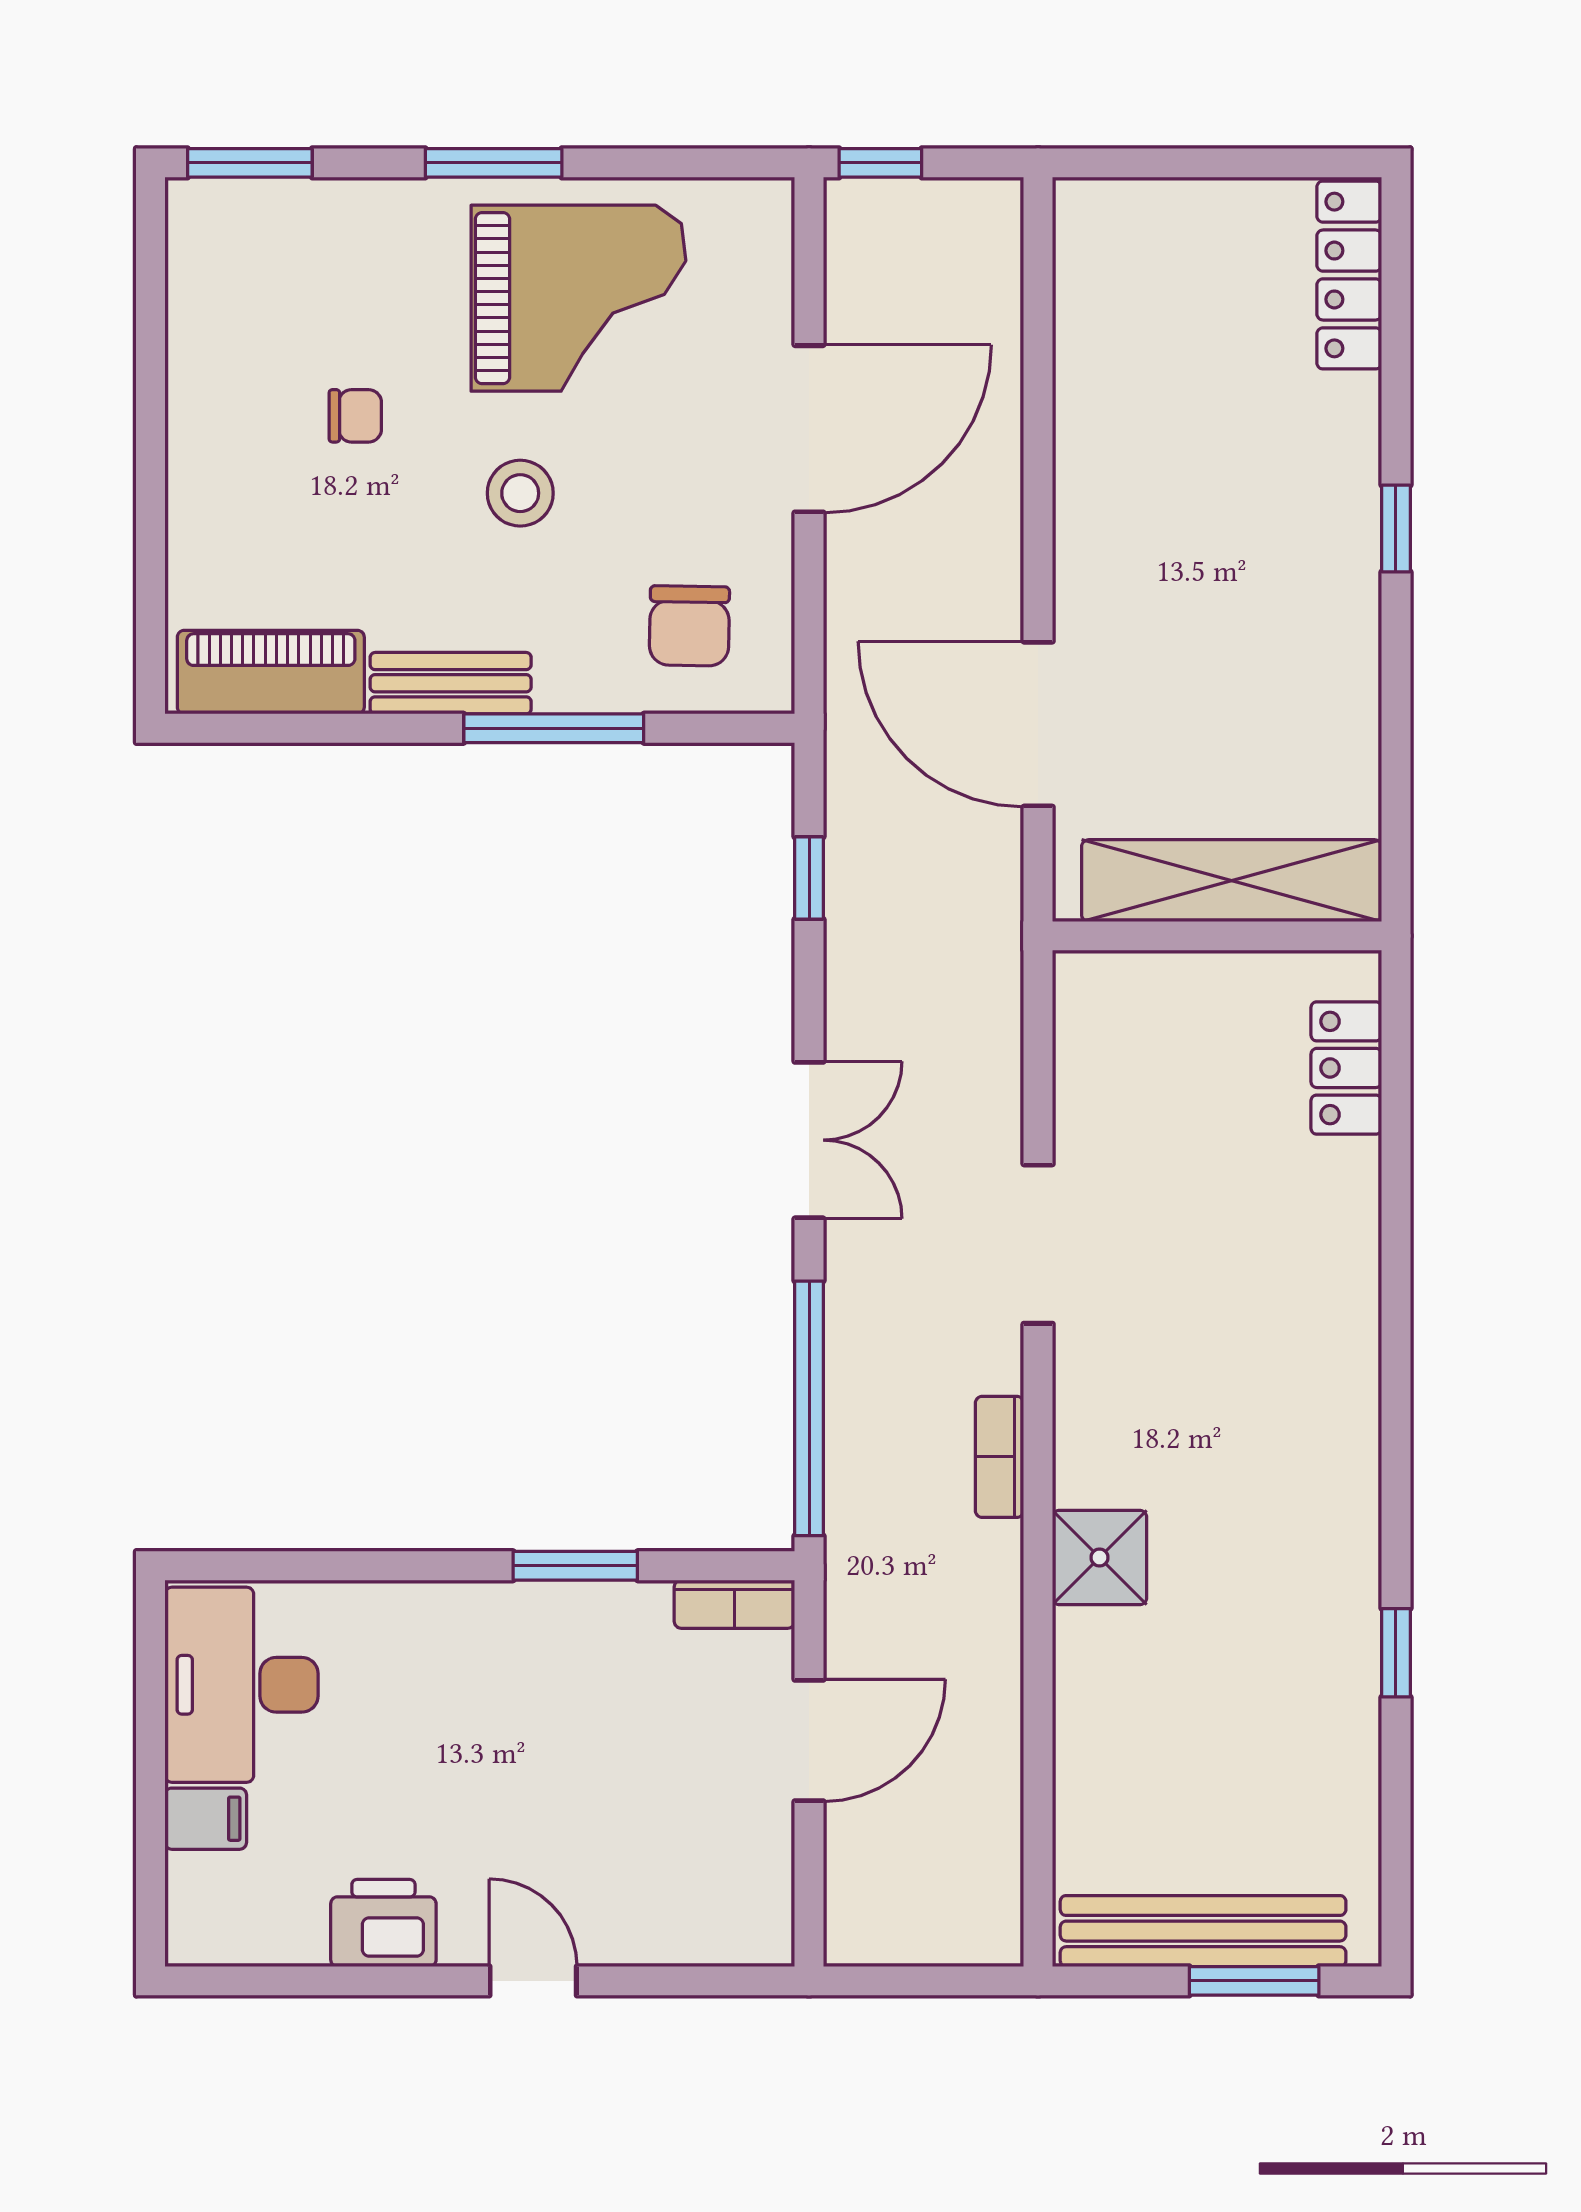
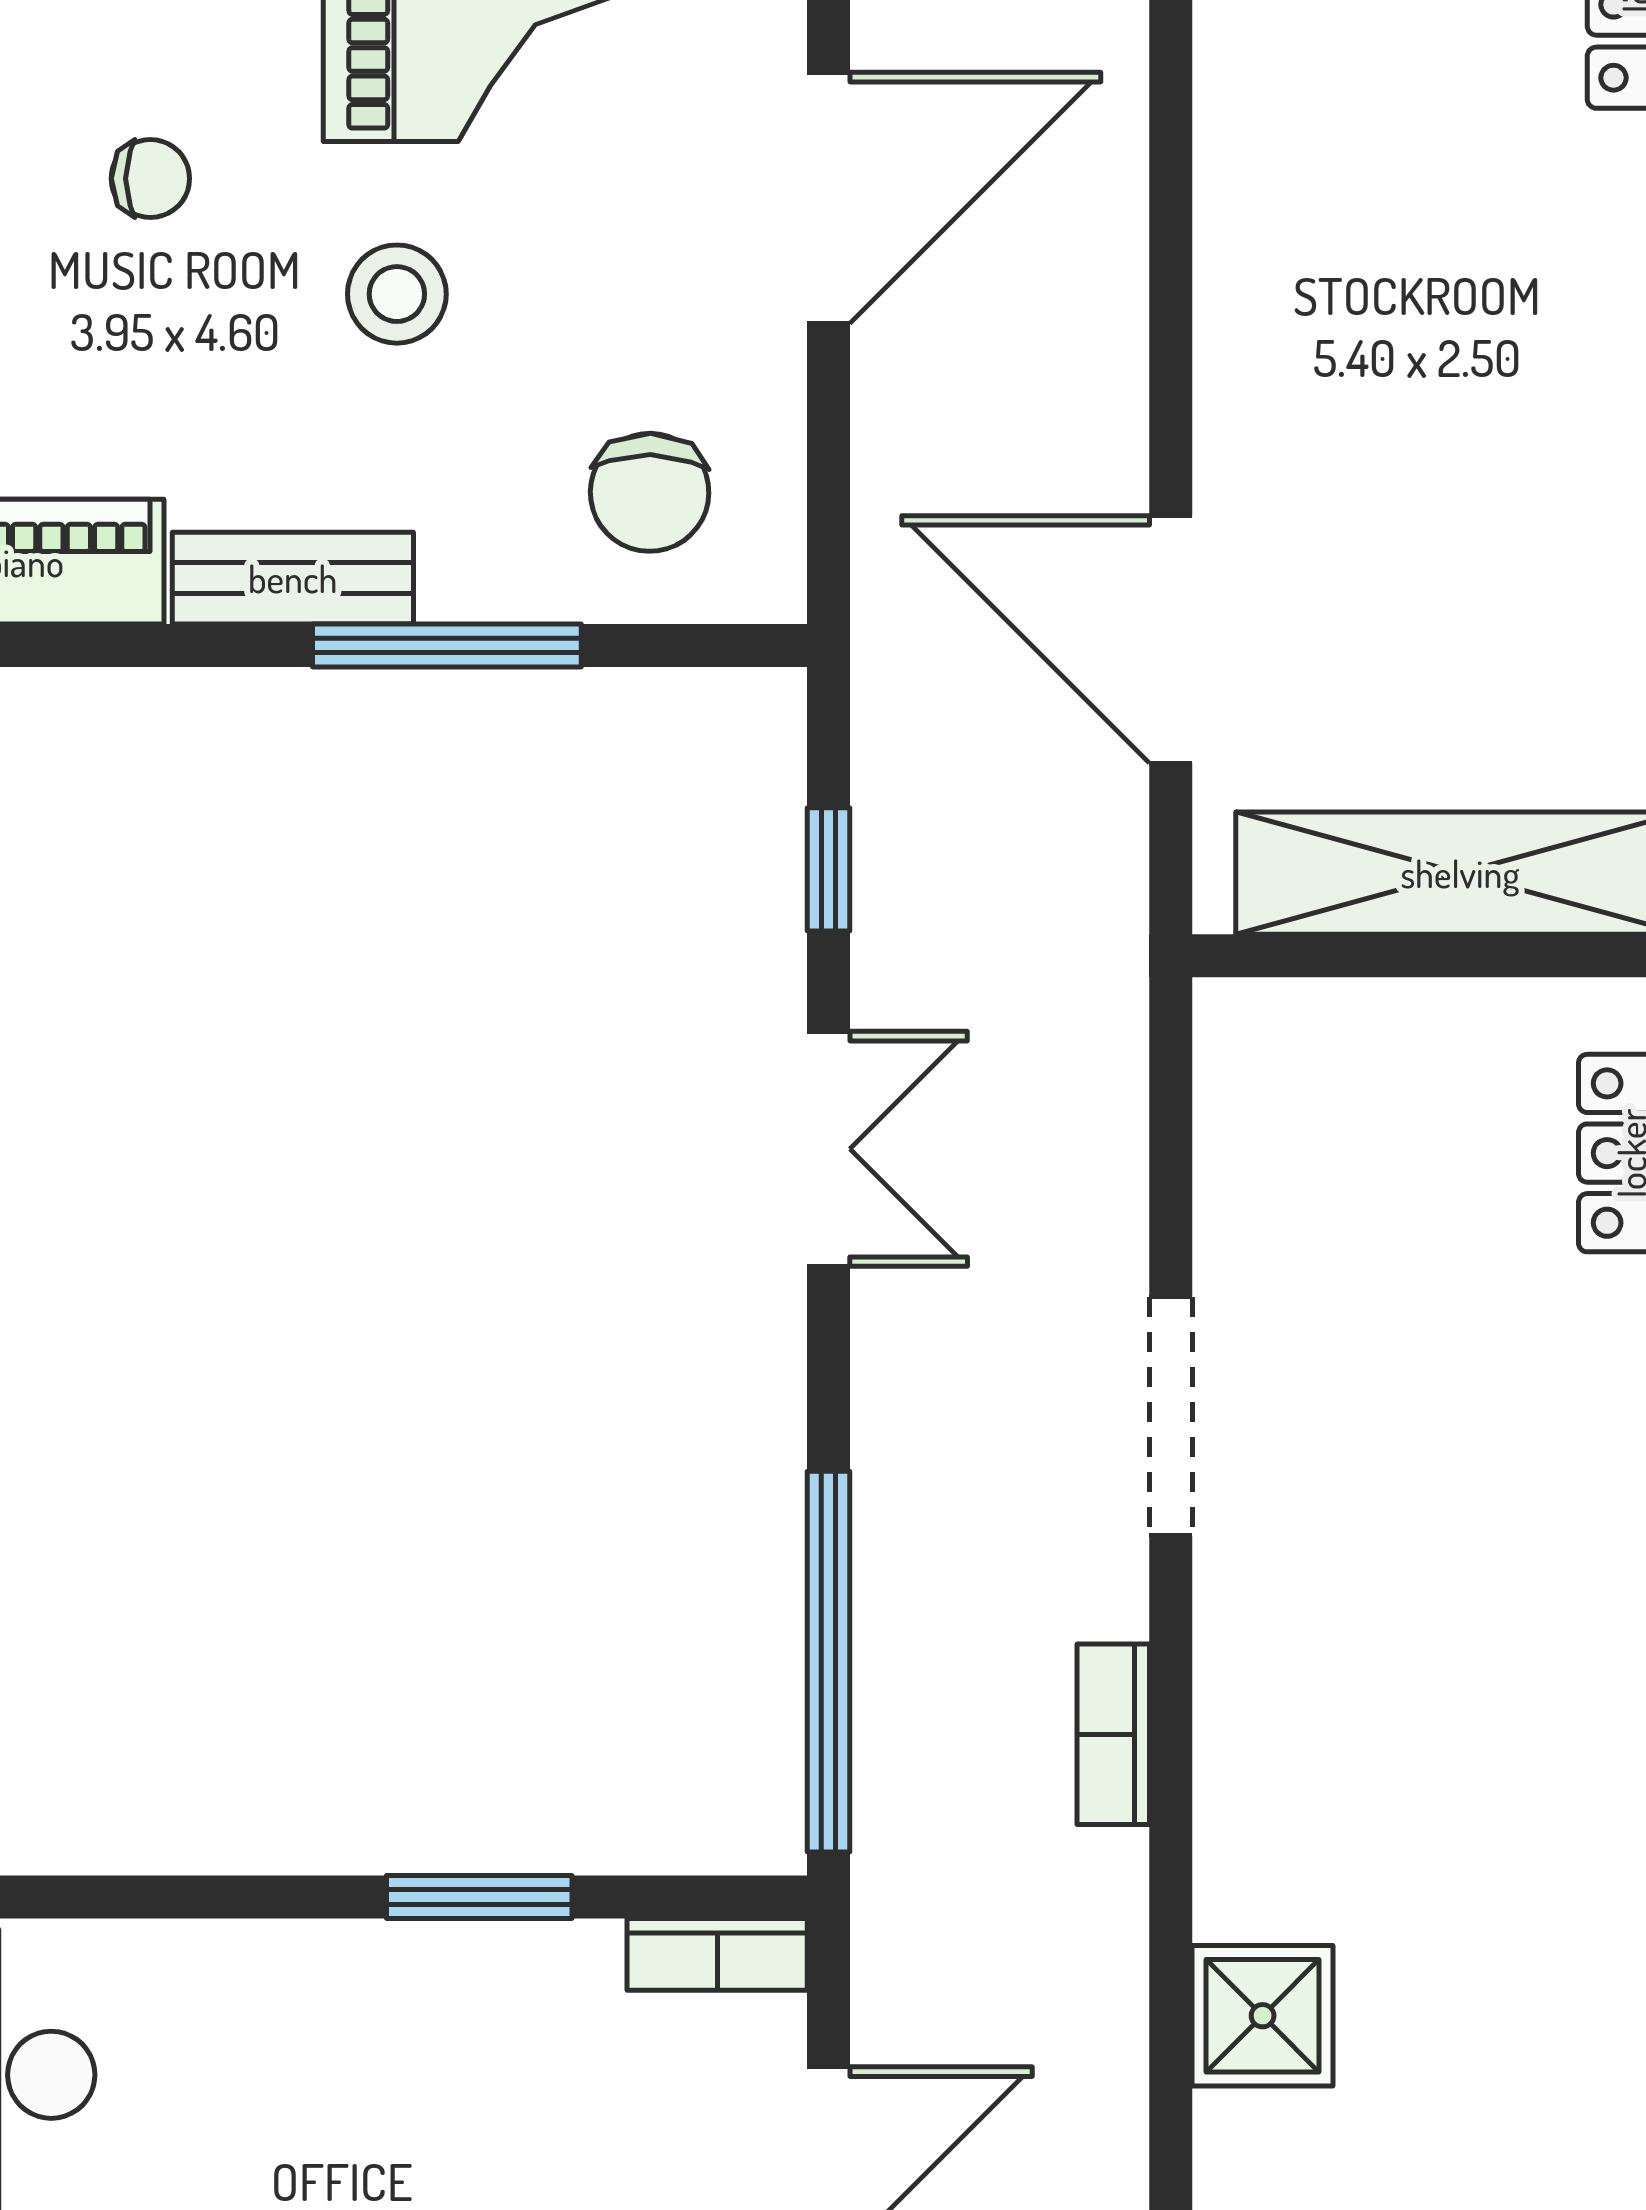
double door: (809, 1140) -> (828, 1149), moved
shower: (1100, 1558) -> (1263, 2016), moved

